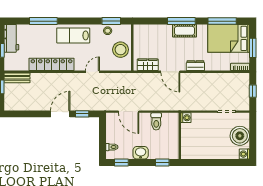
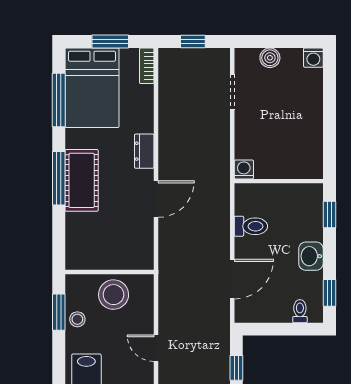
cot: (185, 31) -> (82, 180), width x1.37, depth x1.34
wardrobe: (148, 65) -> (142, 242), removed
boiler: (240, 136) -> (270, 58), width x0.54, depth x0.54

